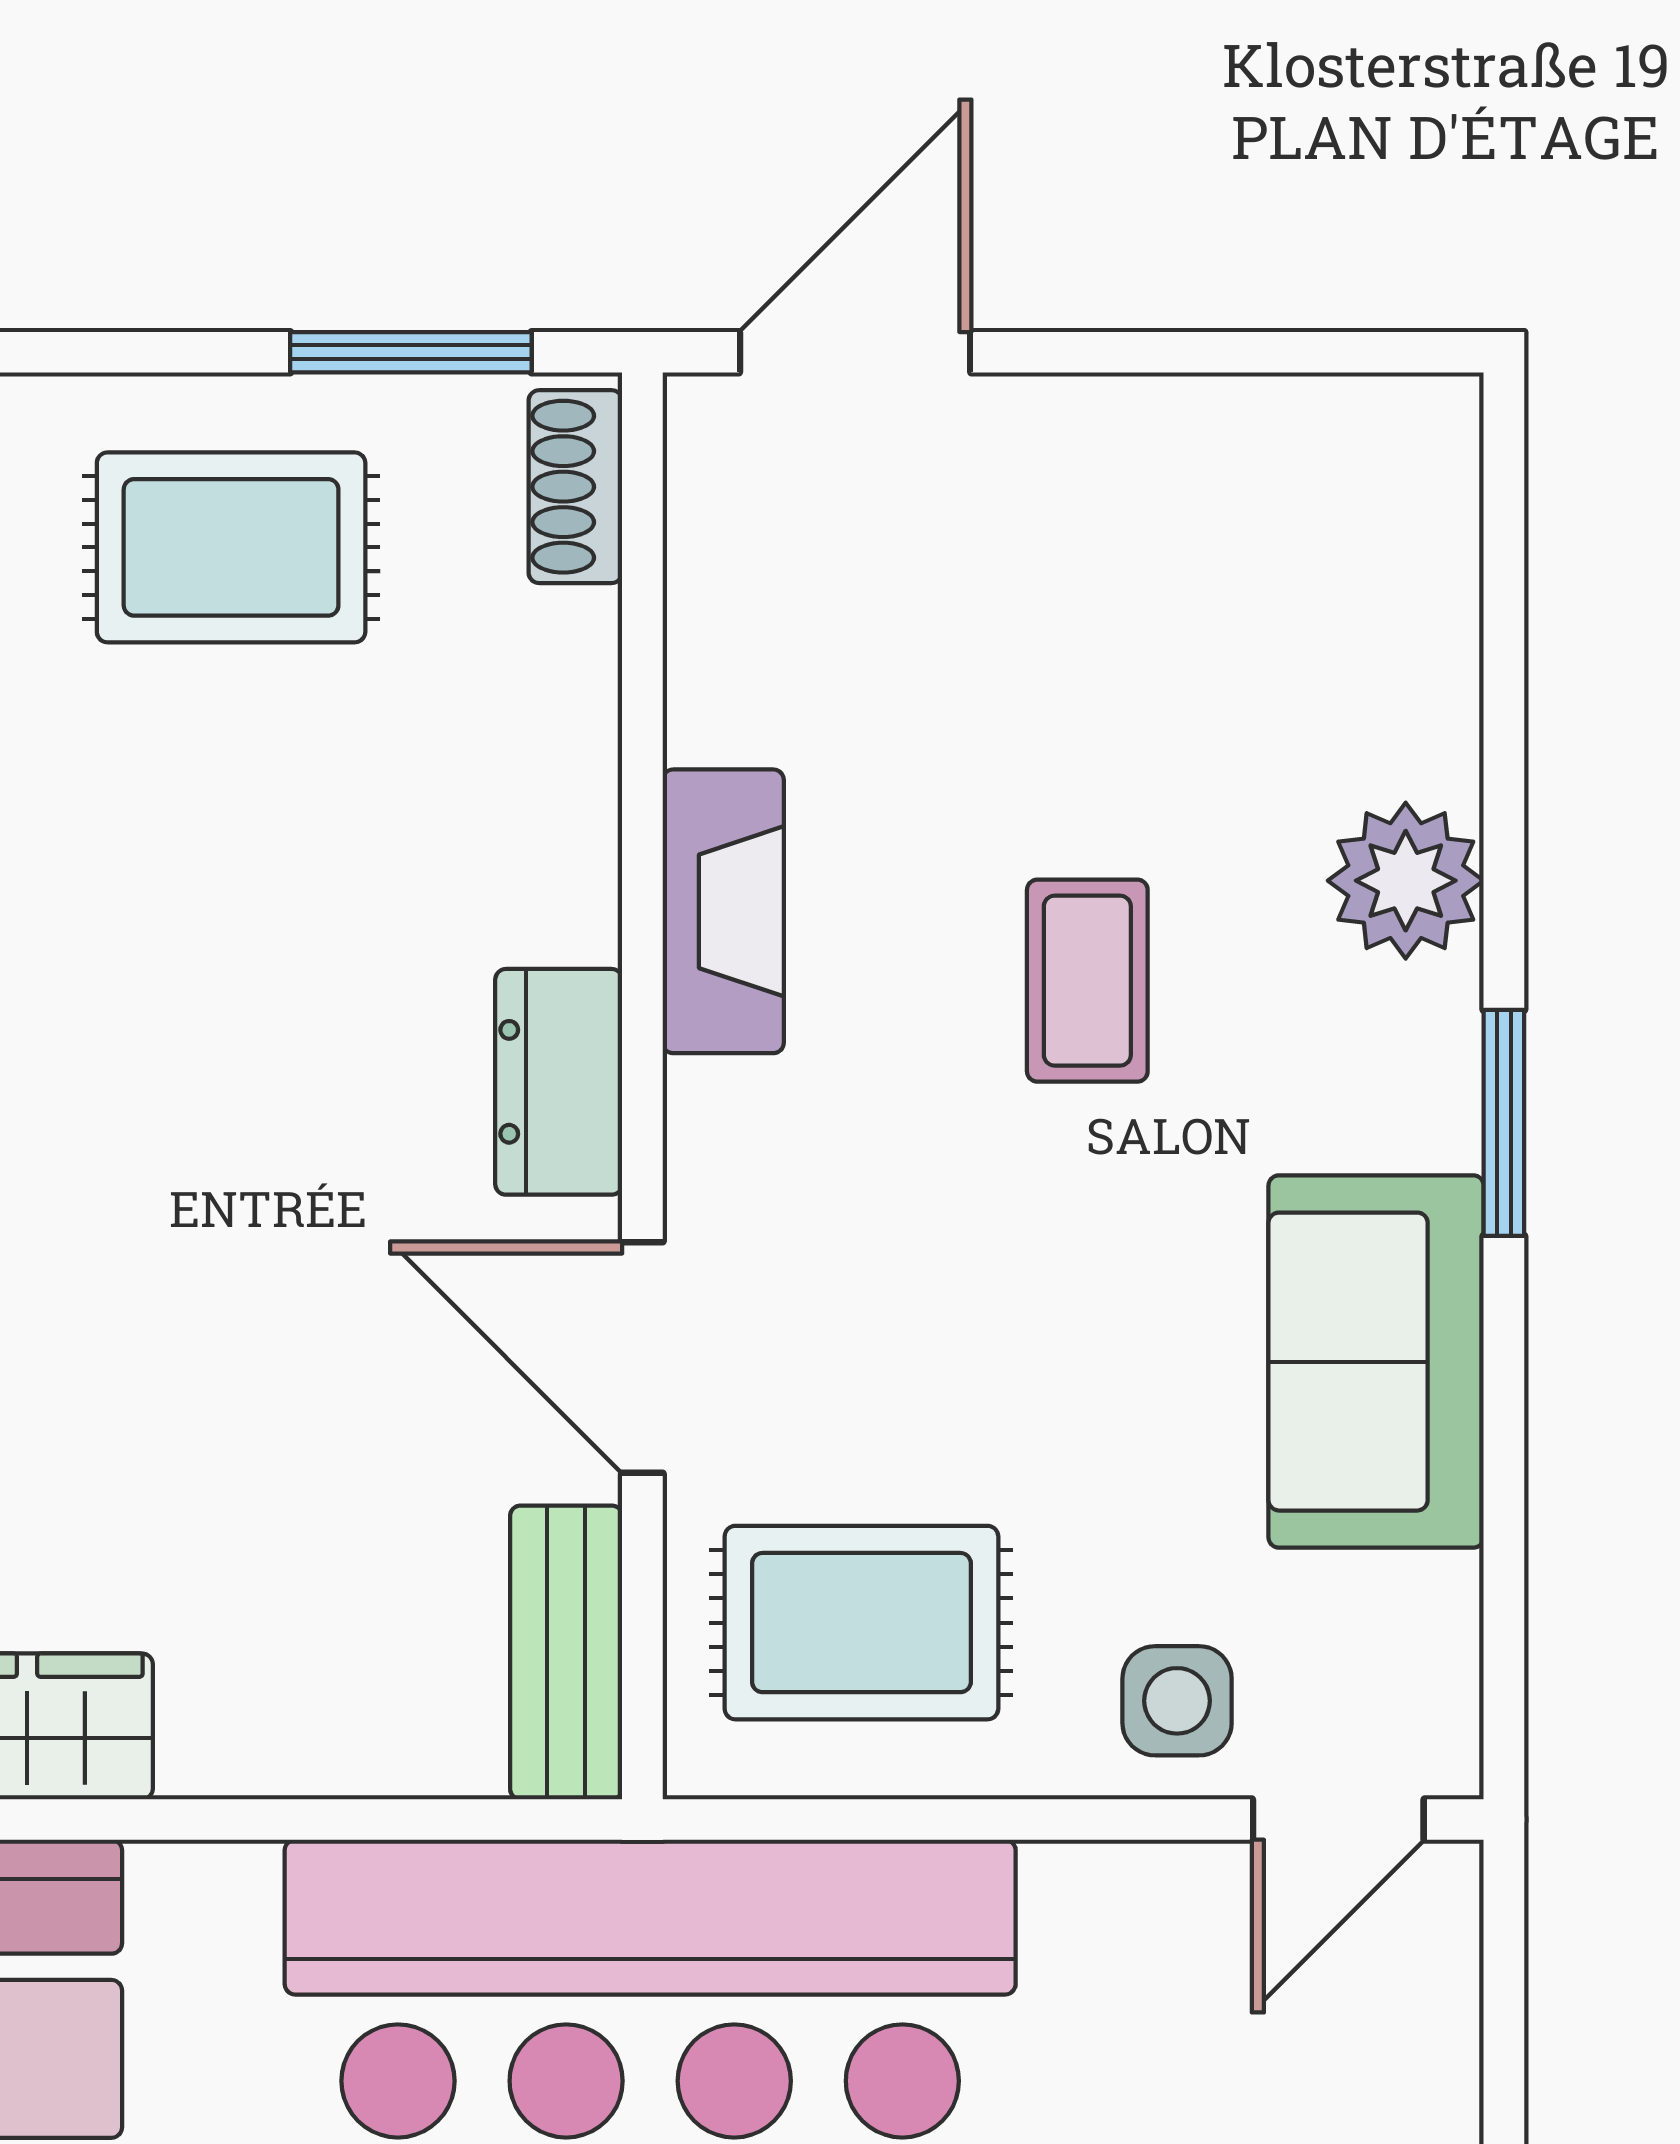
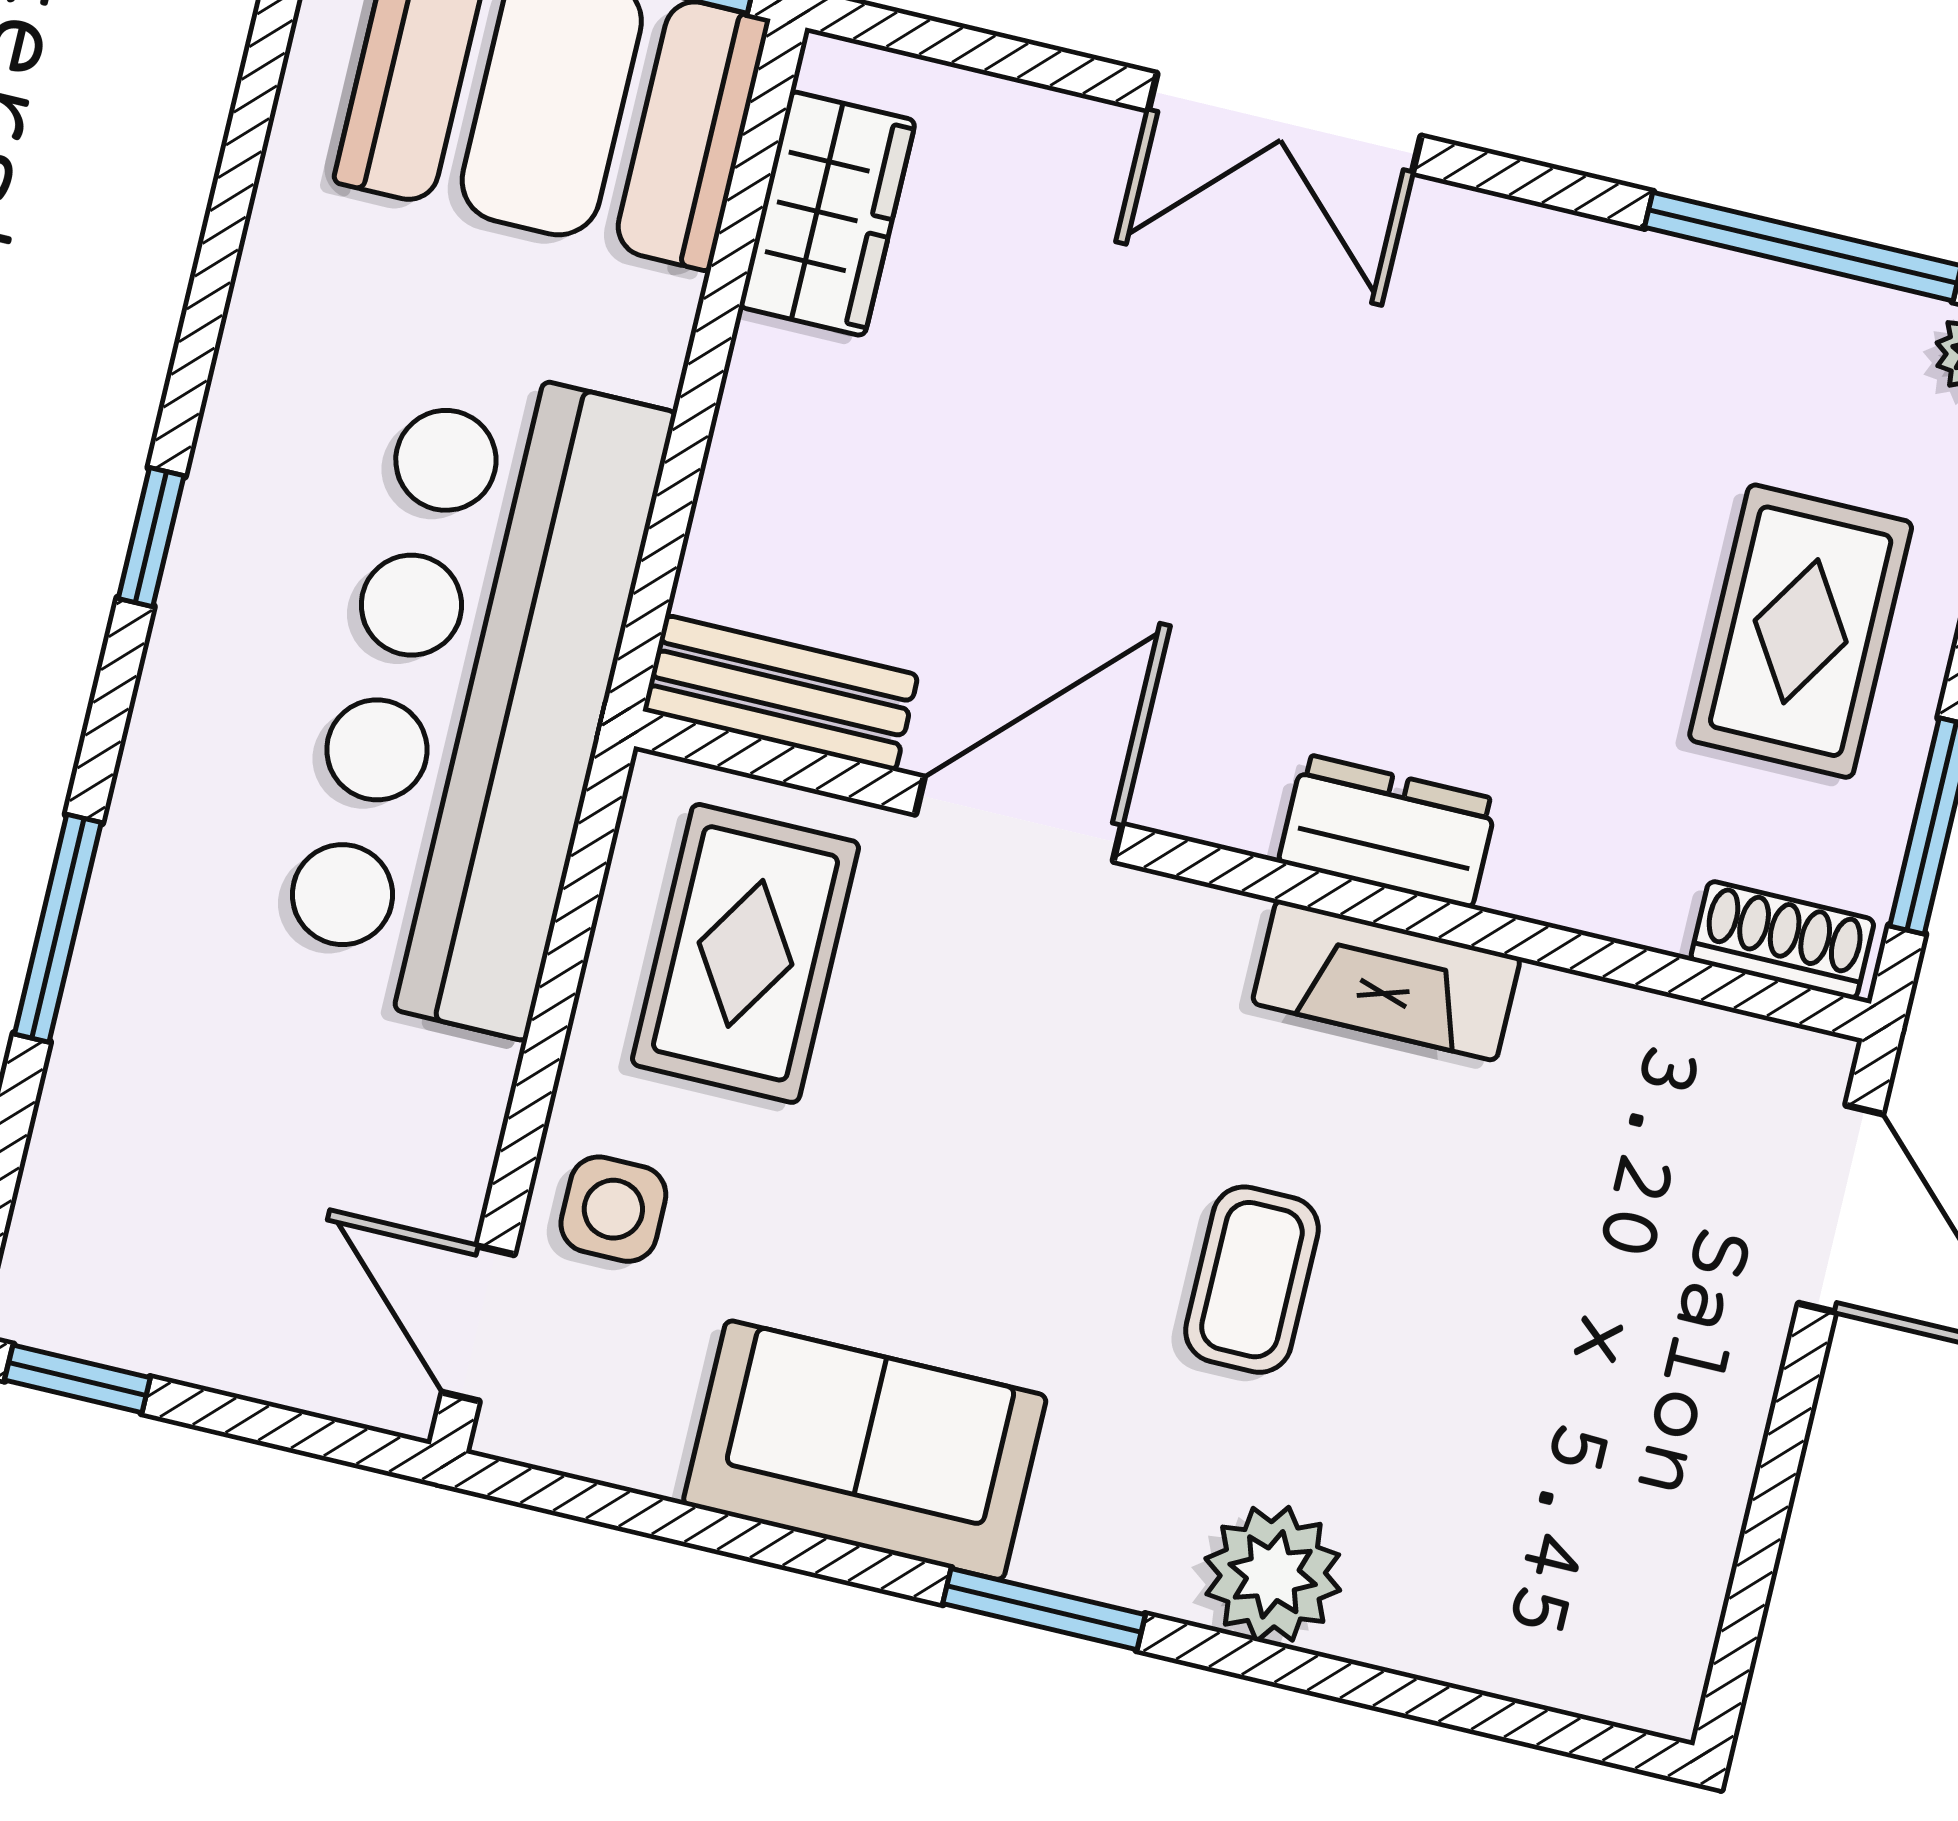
coffee table: (1087, 981) -> (1252, 1280), turned 90
dresser: (559, 1082) -> (1388, 831), moved

